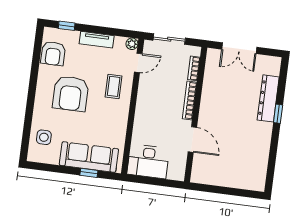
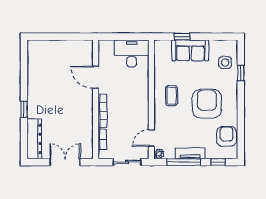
window: (105, 31) -> (184, 162), added
coffee table: (114, 86) -> (172, 96), moved
dresser: (268, 98) -> (34, 139), moved
window: (28, 123) -> (241, 73), added
sofa: (89, 157) -> (190, 50), width x0.73

